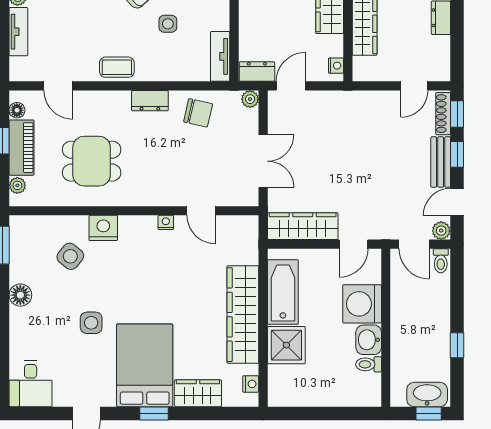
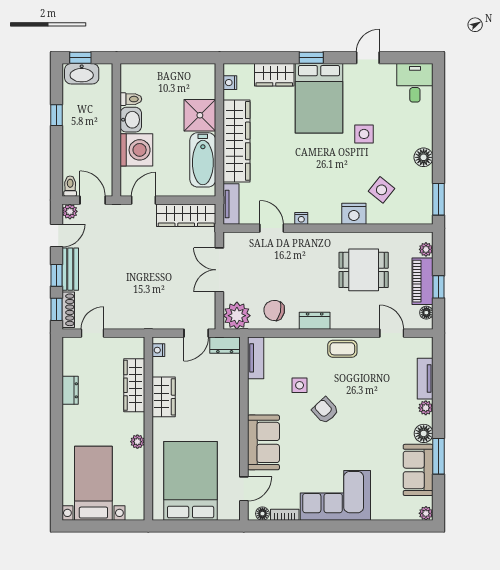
plant: (250, 99) -> (237, 316), width x1.88, depth x1.88
tv unit: (249, 240) -> (231, 204), added

